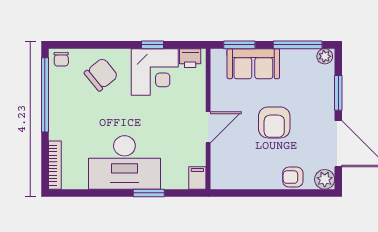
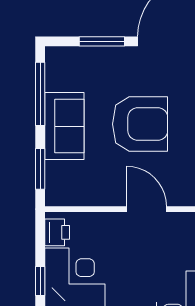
plant: (325, 56) -> (55, 59), removed
sofa: (253, 64) -> (64, 126), moved
armchair: (274, 122) -> (140, 124), width x1.36, depth x1.36

